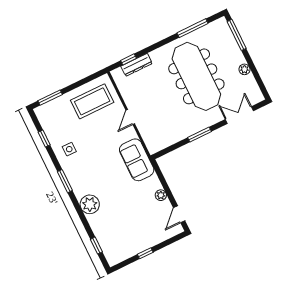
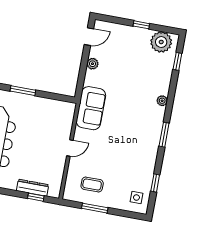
window: (50, 98) -> (95, 208), moved
coffee table: (92, 101) -> (92, 185), width x0.54, depth x0.58
side table: (69, 149) -> (136, 198), moved
plant: (90, 204) -> (162, 101), width x0.53, depth x0.53
plant: (120, 251) -> (161, 42), added

